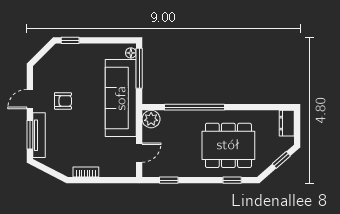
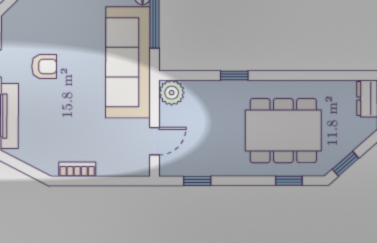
window: (194, 107) -> (234, 76), width x0.32
window: (281, 160) -> (346, 164), moved

